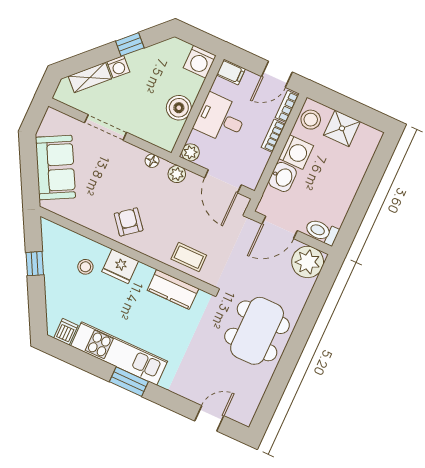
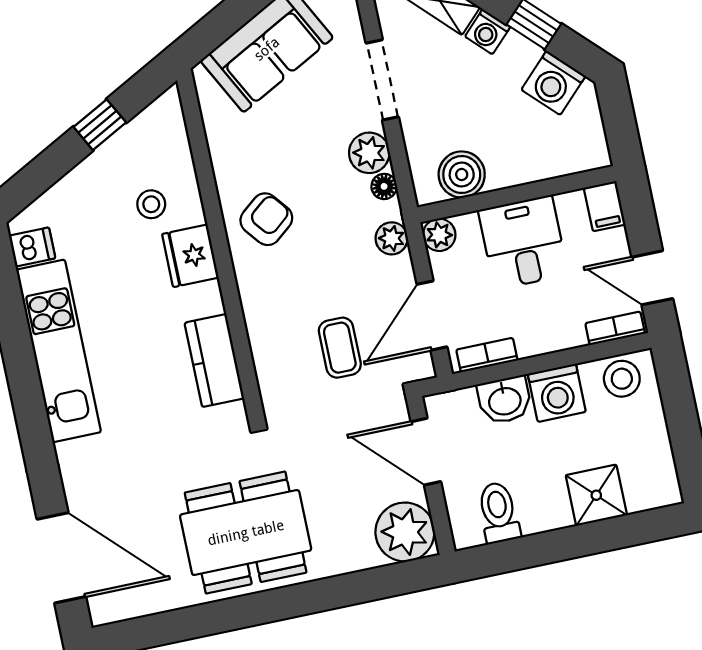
washing machine: (200, 62) -> (553, 83), moved, turned -45
boiler: (179, 108) -> (462, 175), moved
shower: (342, 128) -> (596, 495), moved
bookcase: (273, 136) -> (487, 355), moved
plant: (133, 156) -> (369, 153), added
toilet: (322, 232) -> (499, 513), moved
coffee table: (189, 257) -> (340, 348), moved
window: (129, 382) -> (27, 397), removed
door: (209, 418) -> (61, 558), width x1.87

